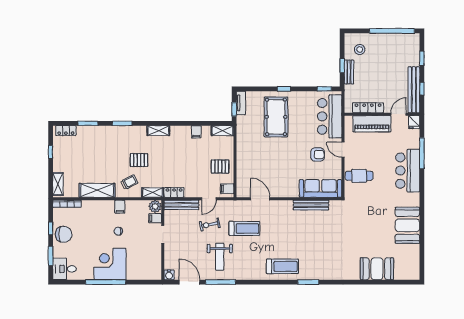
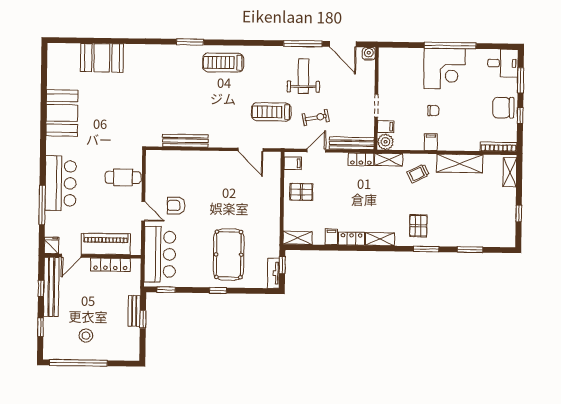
stool: (360, 50) -> (86, 336), moved
locker: (66, 131) -> (351, 239), moved
pallet: (139, 160) -> (418, 226), moved, turned 90
sofa: (321, 188) -> (173, 162), removed

